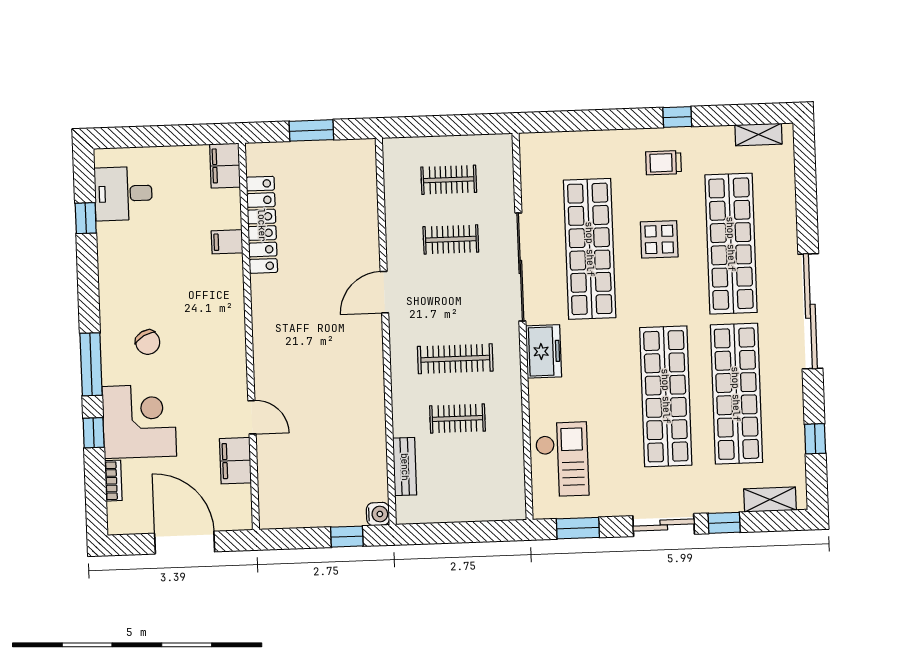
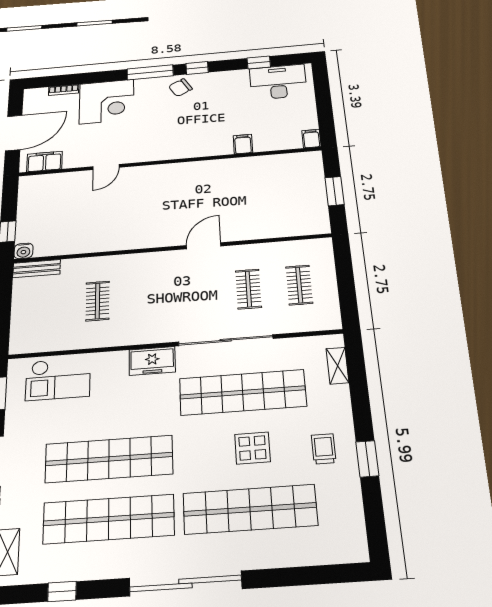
window: (677, 117) -> (367, 459), width x1.50
shelving: (758, 134) -> (337, 366), moved
filing cabinet: (225, 166) -> (311, 139), width x0.50
desk: (123, 194) -> (278, 82), width x1.37
locker: (262, 225) -> (257, 164), removed
door: (384, 292) -> (204, 246), hinge flipped
chair: (148, 342) -> (180, 88), moved
clothes rail: (455, 359) -> (148, 297), removed
window: (94, 433) -> (197, 68), moved
filing cabinet: (235, 461) -> (44, 161), moved
bench: (405, 467) -> (37, 269), moved

